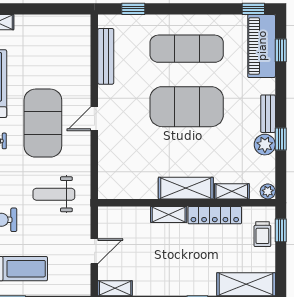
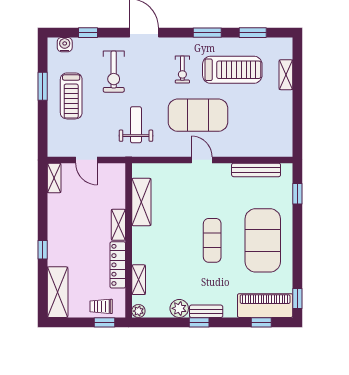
exercise mat: (187, 49) -> (263, 240), width x1.47
exercise mat: (187, 107) -> (212, 240), width x0.50, depth x0.69
window: (281, 139) -> (199, 322), moved
shelving: (186, 188) -> (141, 202), moved

